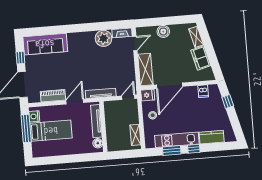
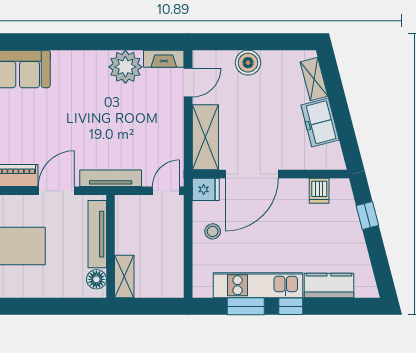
shelving: (135, 135) -> (124, 277), moved

